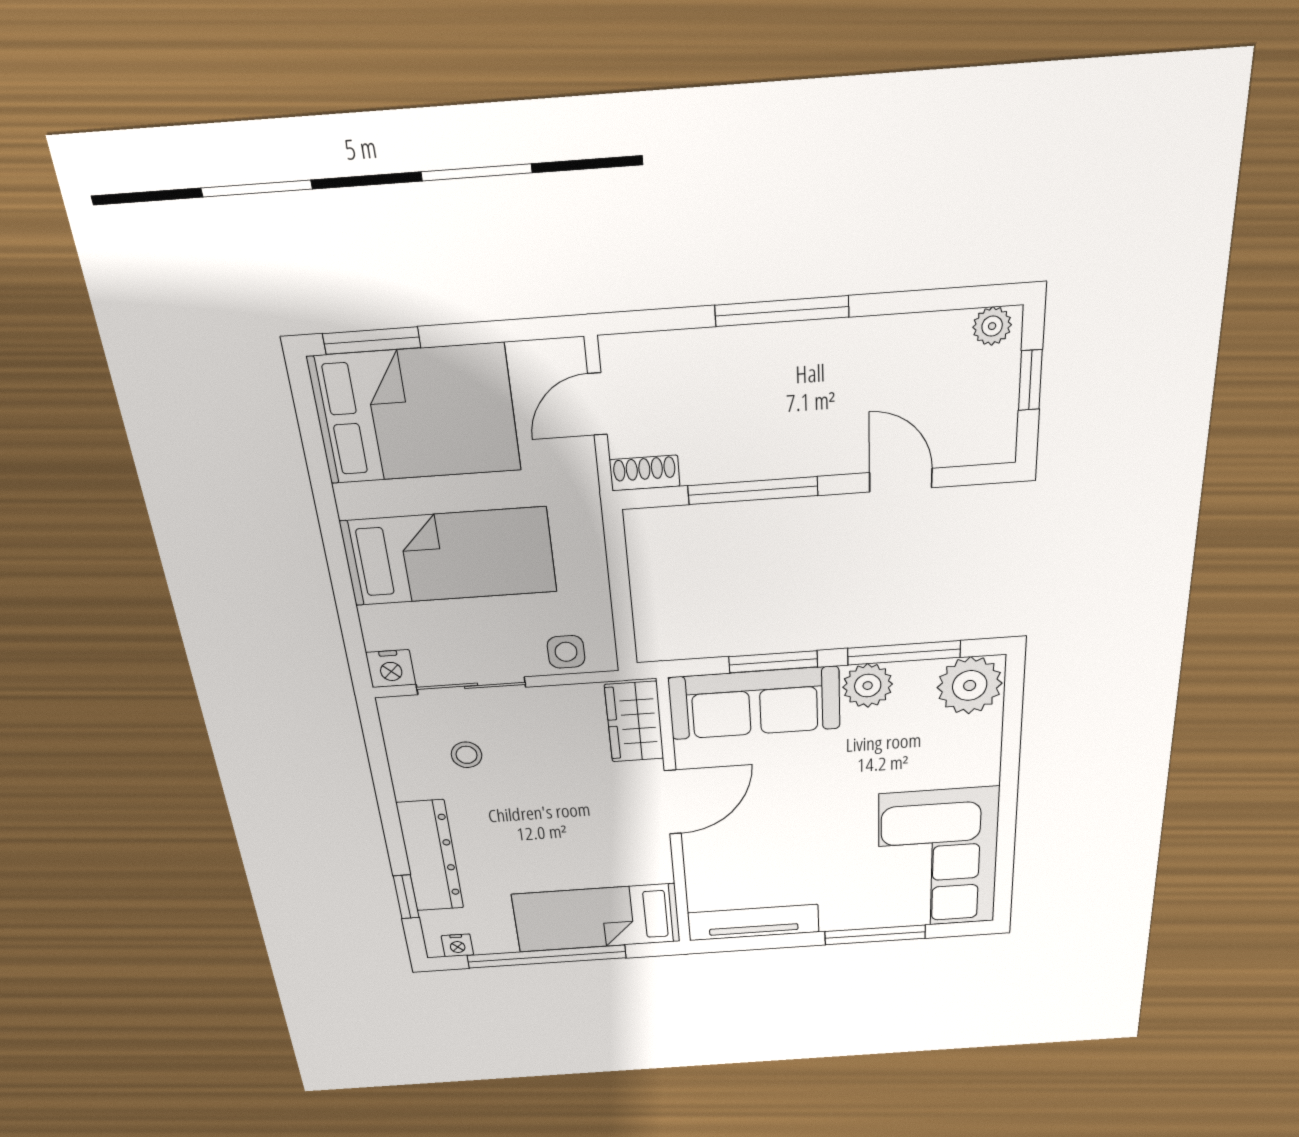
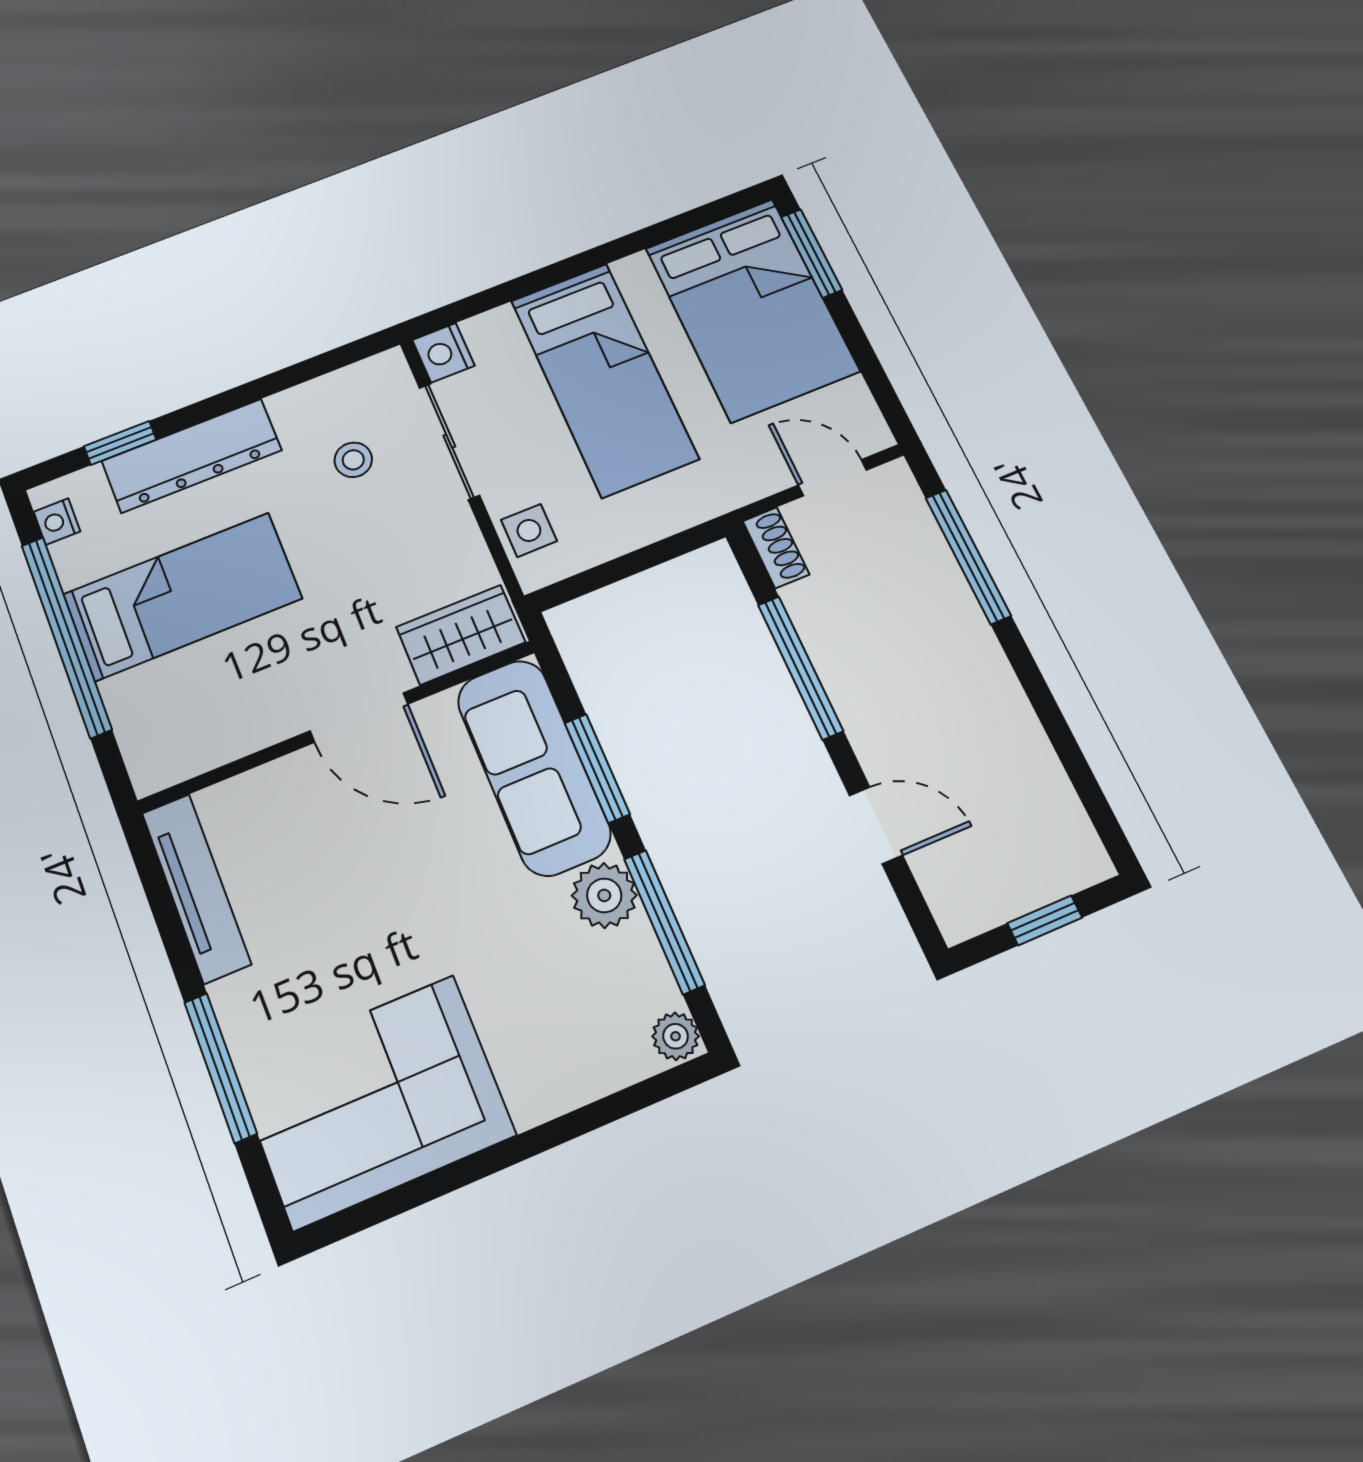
window: (782, 311) -> (968, 557), moved
plant: (992, 326) -> (1083, 851), removed
door: (901, 480) -> (876, 825), hinge flipped
plant: (970, 685) -> (676, 1036), width x0.53, depth x0.53
bed: (597, 918) -> (183, 596), moved, turned 90

